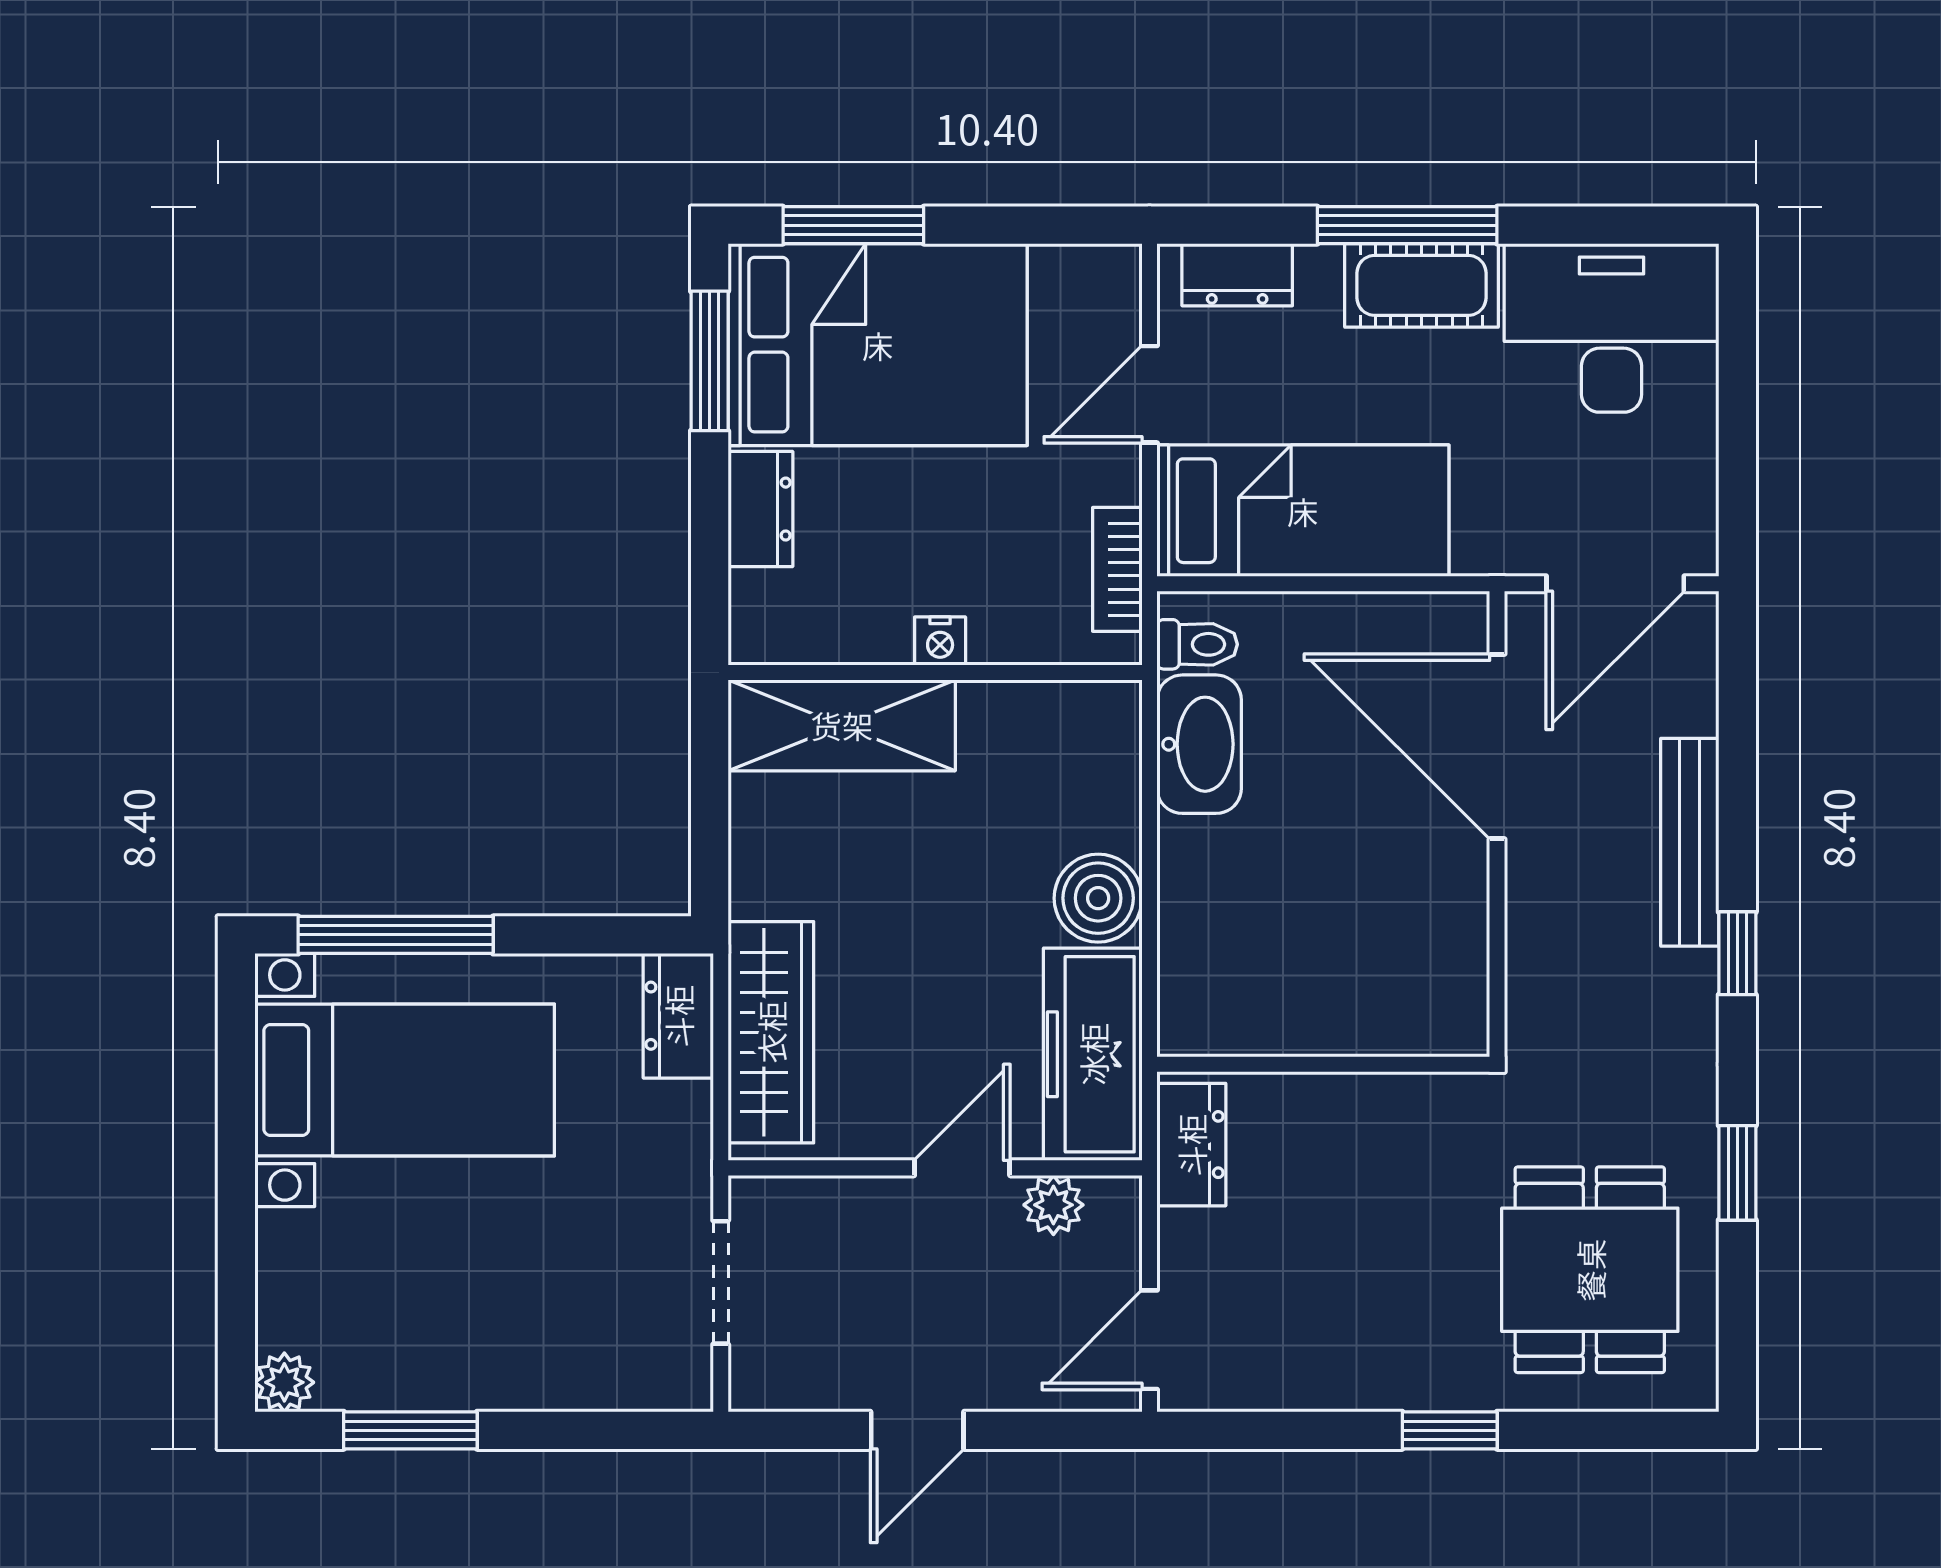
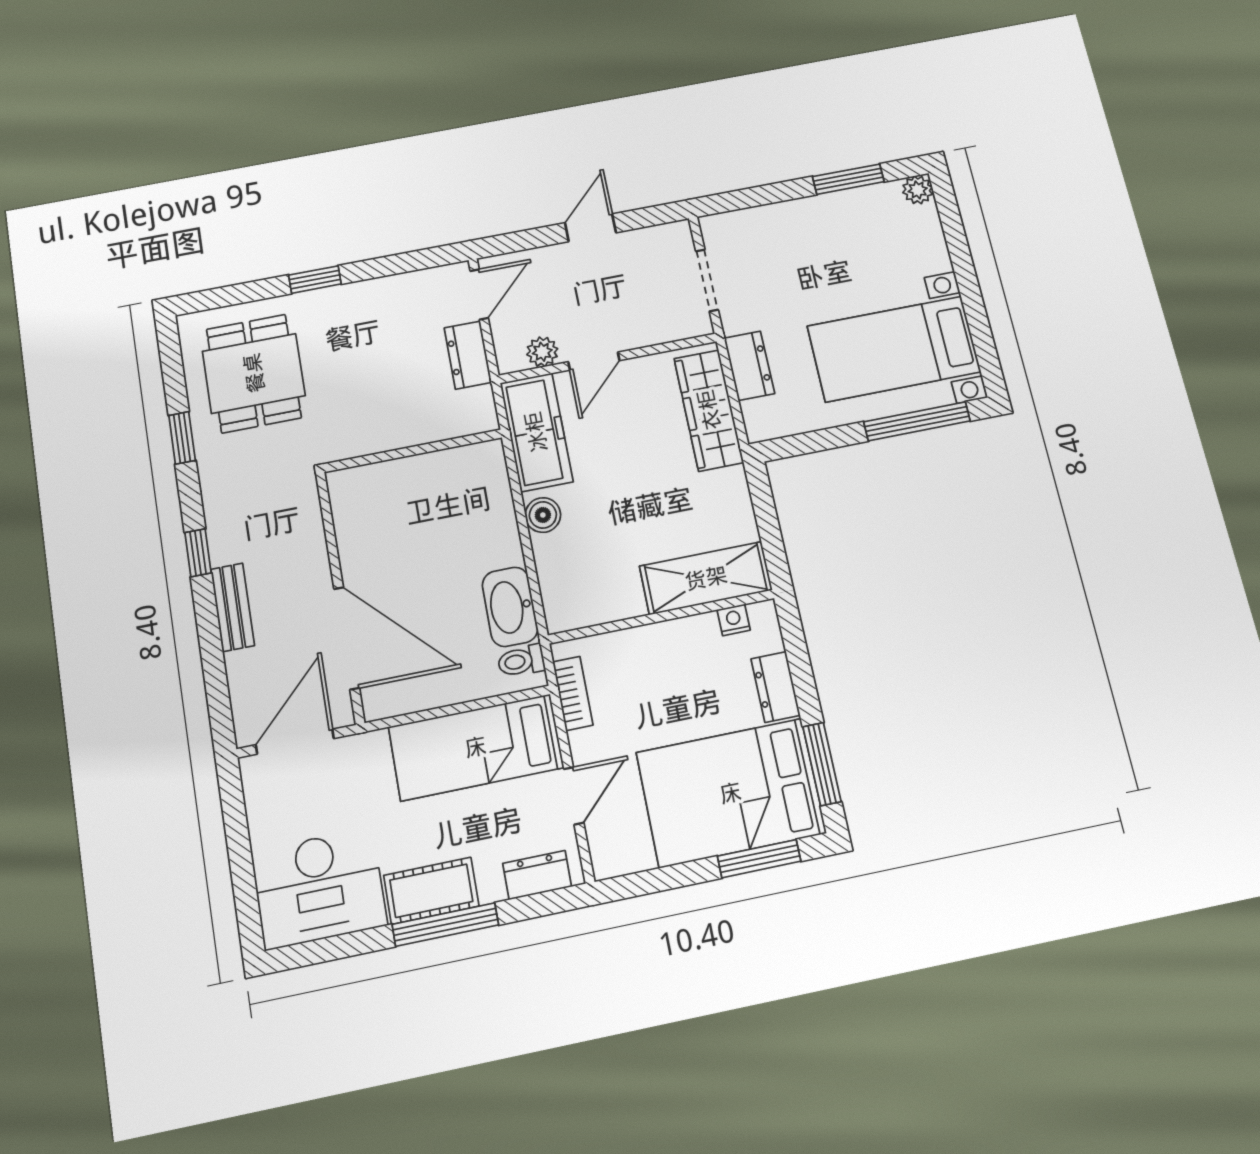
nightstand: (940, 641) -> (734, 620), moved
bench: (1690, 842) -> (233, 607), width x0.73
boiler: (1098, 898) -> (543, 515), width x0.73, depth x0.73
dresser: (678, 1016) -> (749, 366), moved
dresser: (1191, 1145) -> (468, 355), moved

